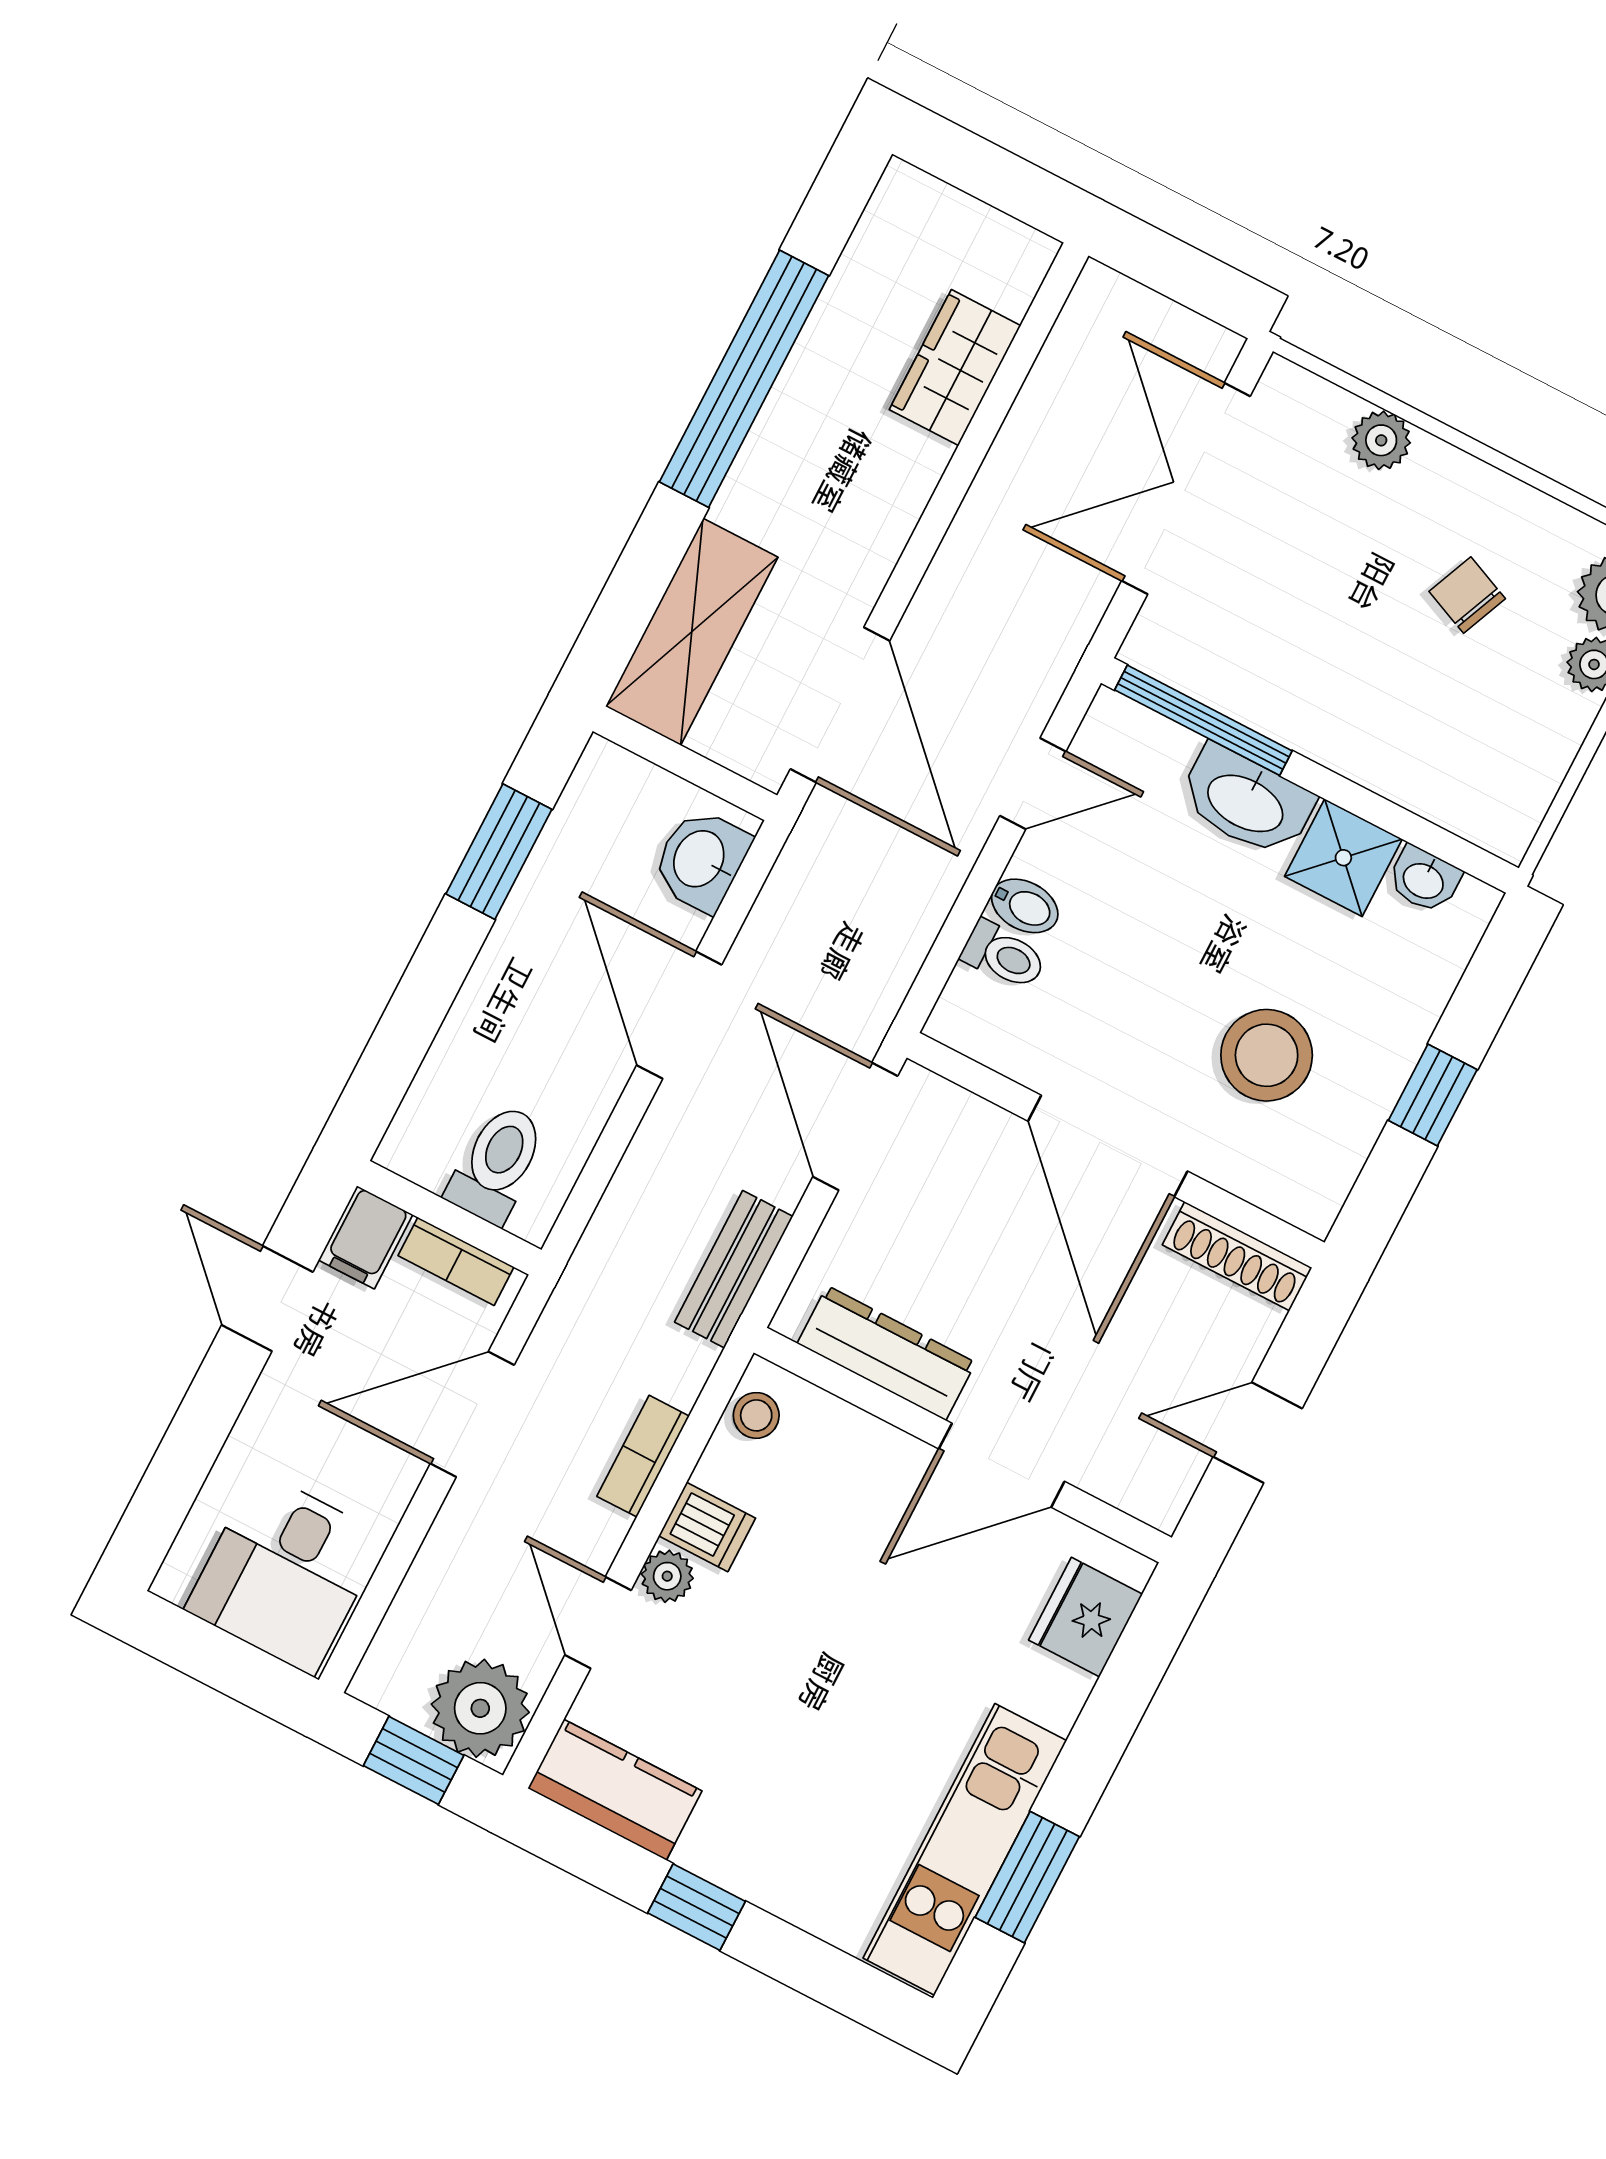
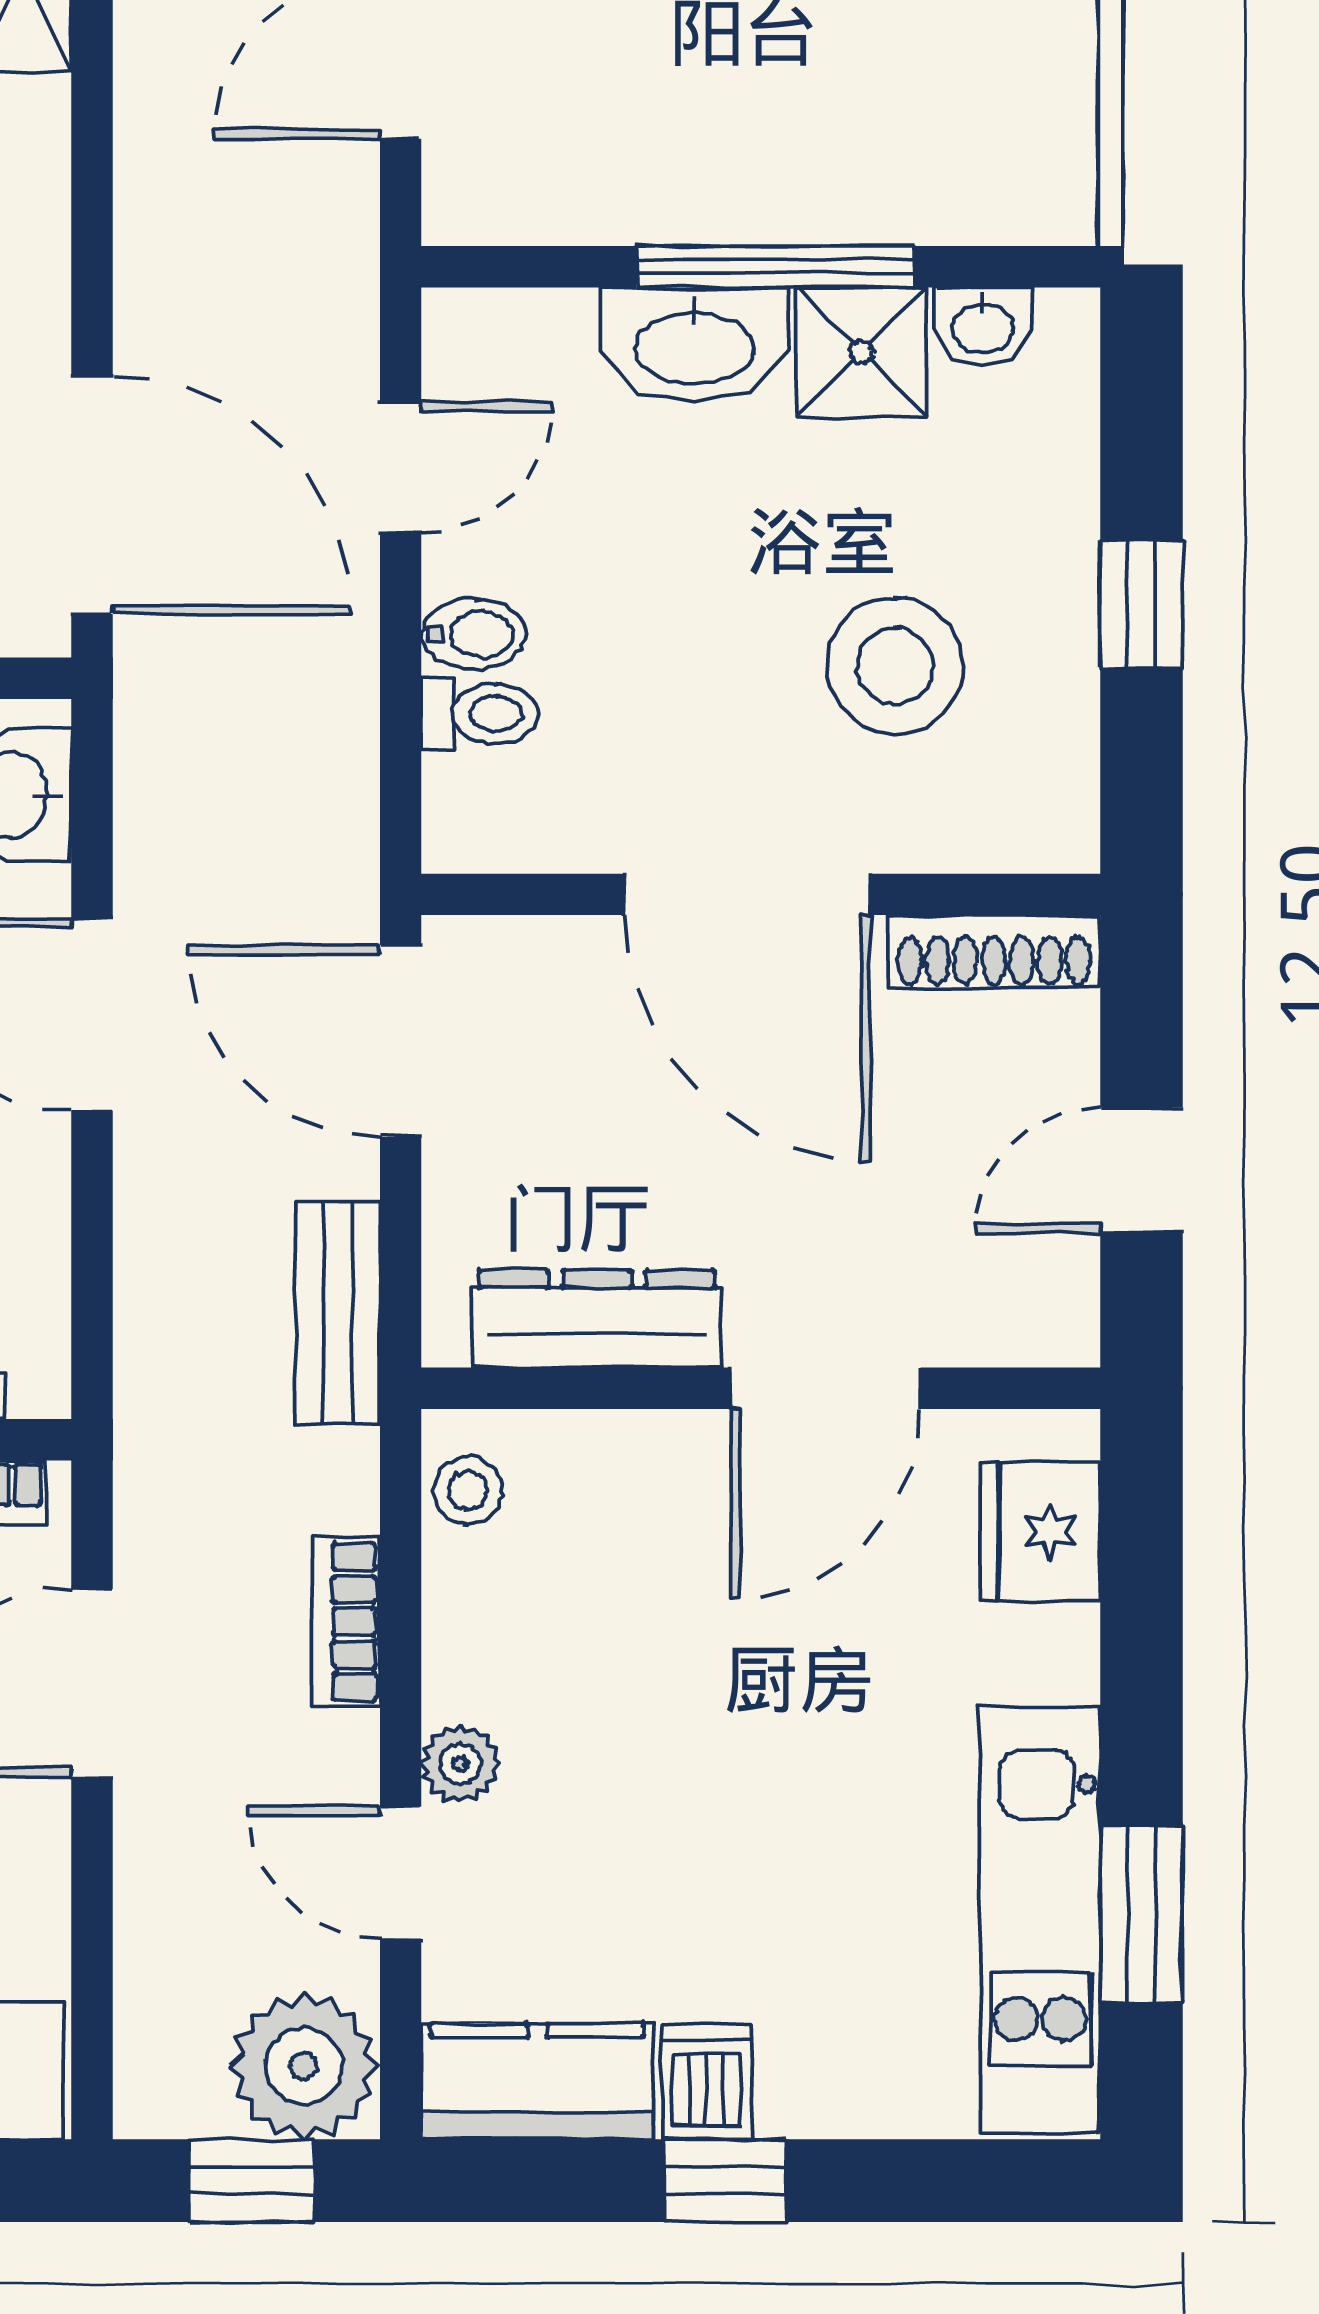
window: (1203, 720) -> (775, 267), moved
dishwasher: (707, 1527) -> (707, 2081), moved, turned -90

